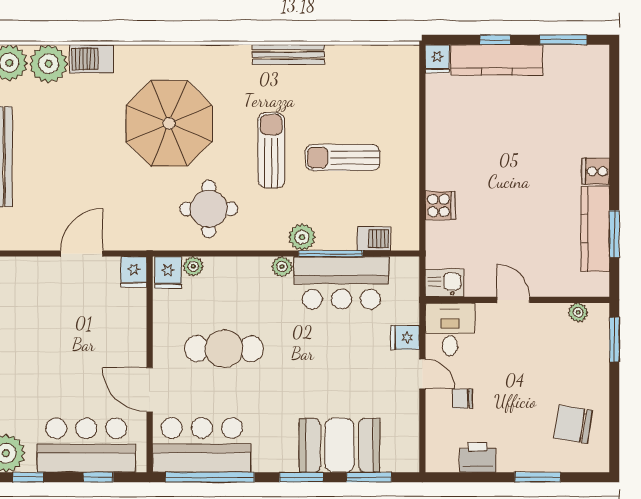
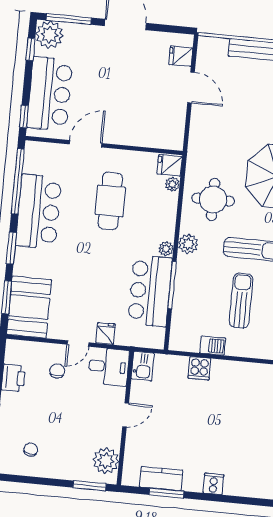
kitchen counter: (595, 229) -> (161, 479), width x0.67
plant: (302, 237) -> (188, 244), moved
barbecue: (374, 239) -> (213, 346), moved, turned -90
door: (82, 254) -> (191, 88), moved
fridge: (134, 272) -> (181, 56), moved
plant: (578, 312) -> (106, 461), width x1.88, depth x1.88
chair: (573, 424) -> (31, 450), width x0.54, depth x0.54
bar counter: (202, 445) -> (39, 212), moved
booth: (339, 445) -> (29, 307), moved
window: (98, 477) -> (24, 116), moved

